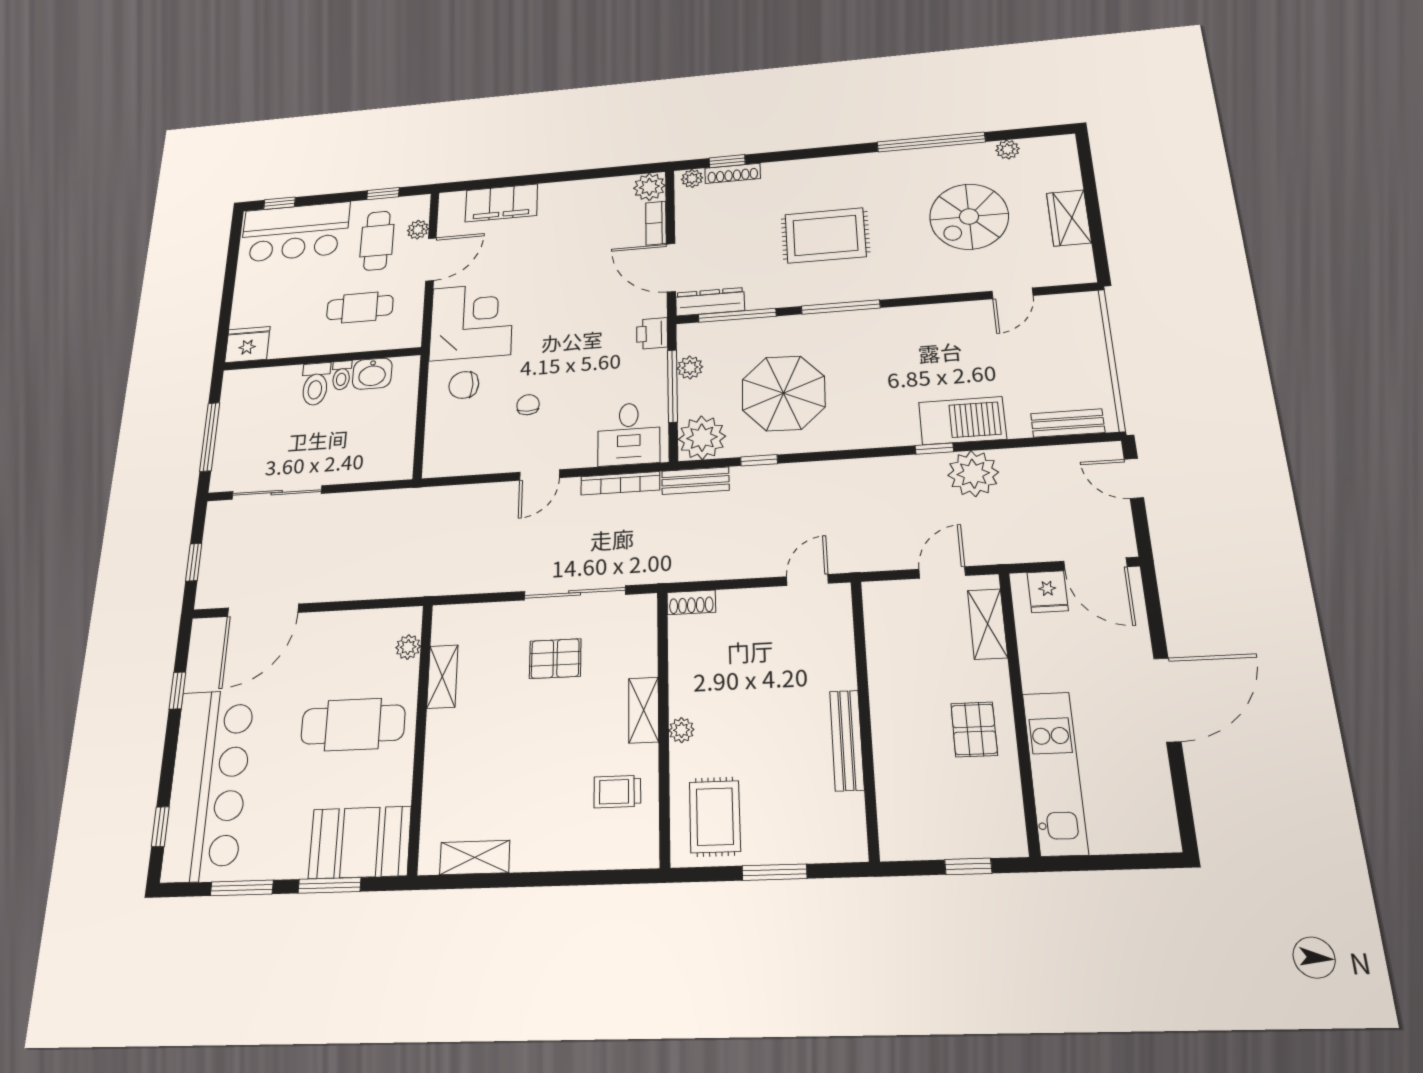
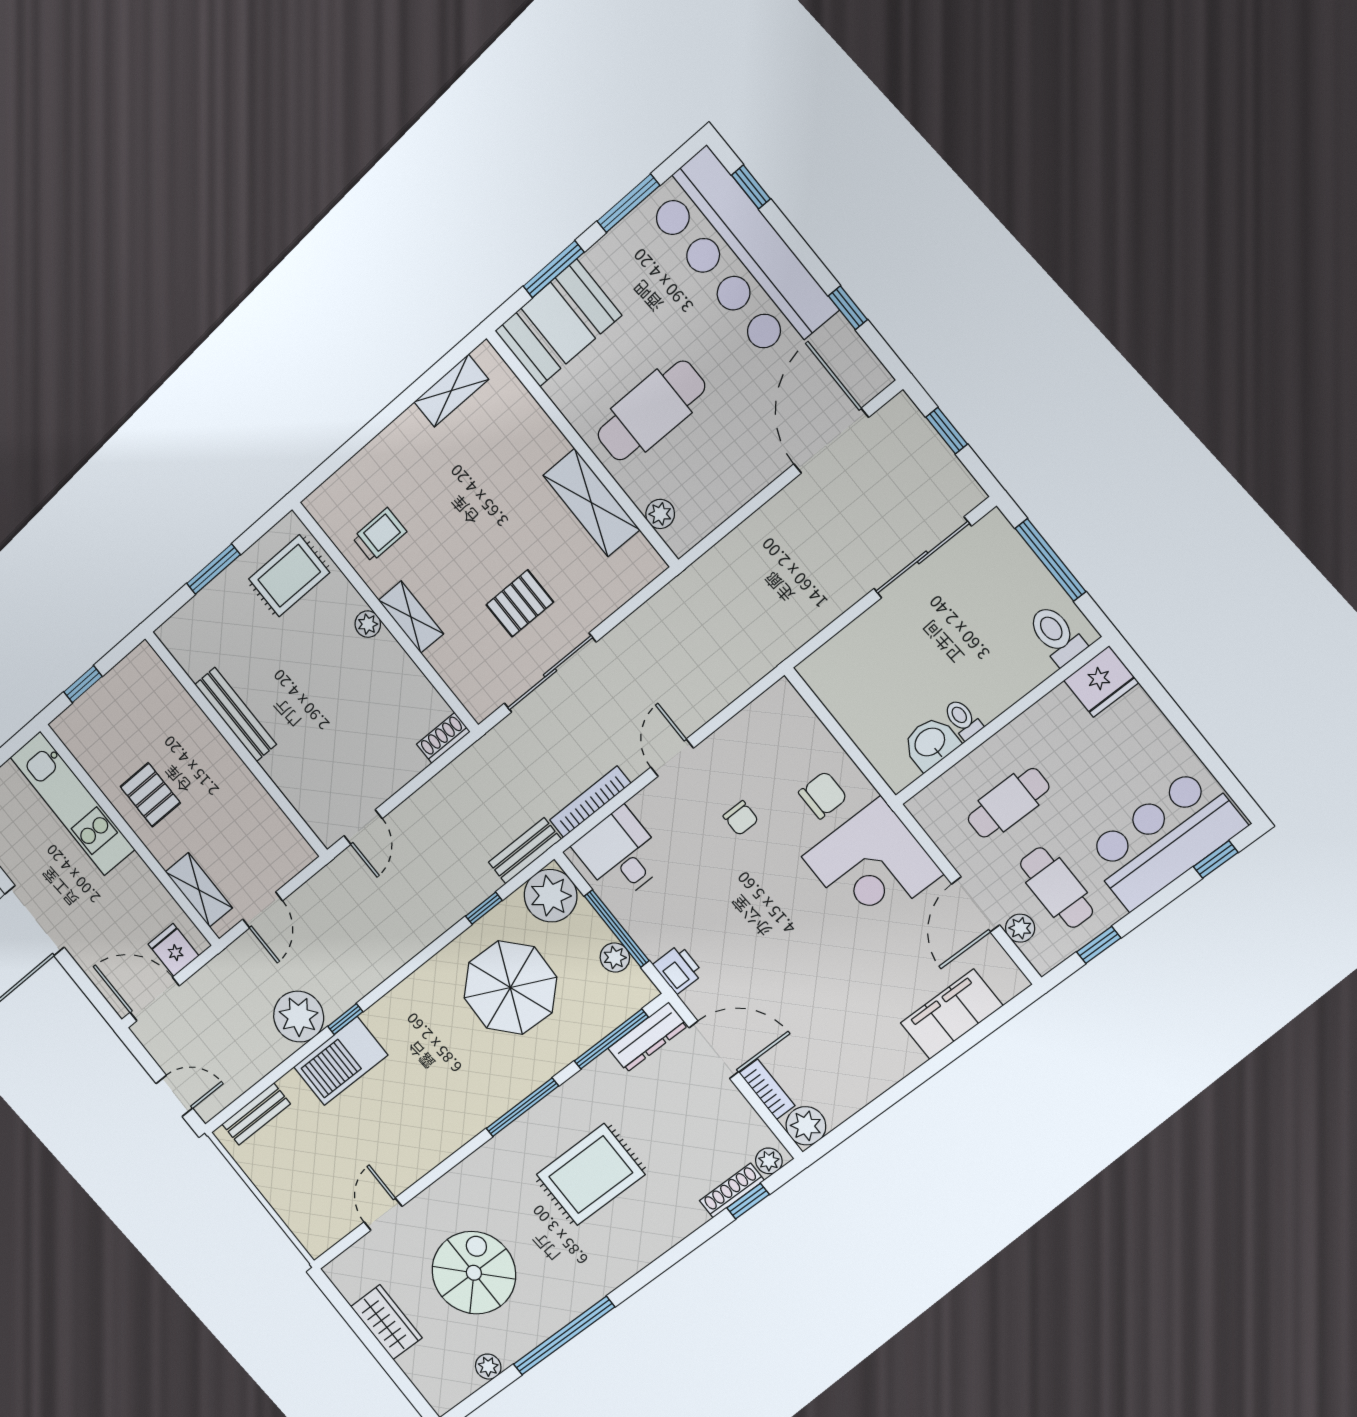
toilet: (315, 384) -> (1056, 635), moved
shelving: (442, 677) -> (591, 503), width x1.50, depth x1.33
rug: (715, 817) -> (289, 576), turned 90

